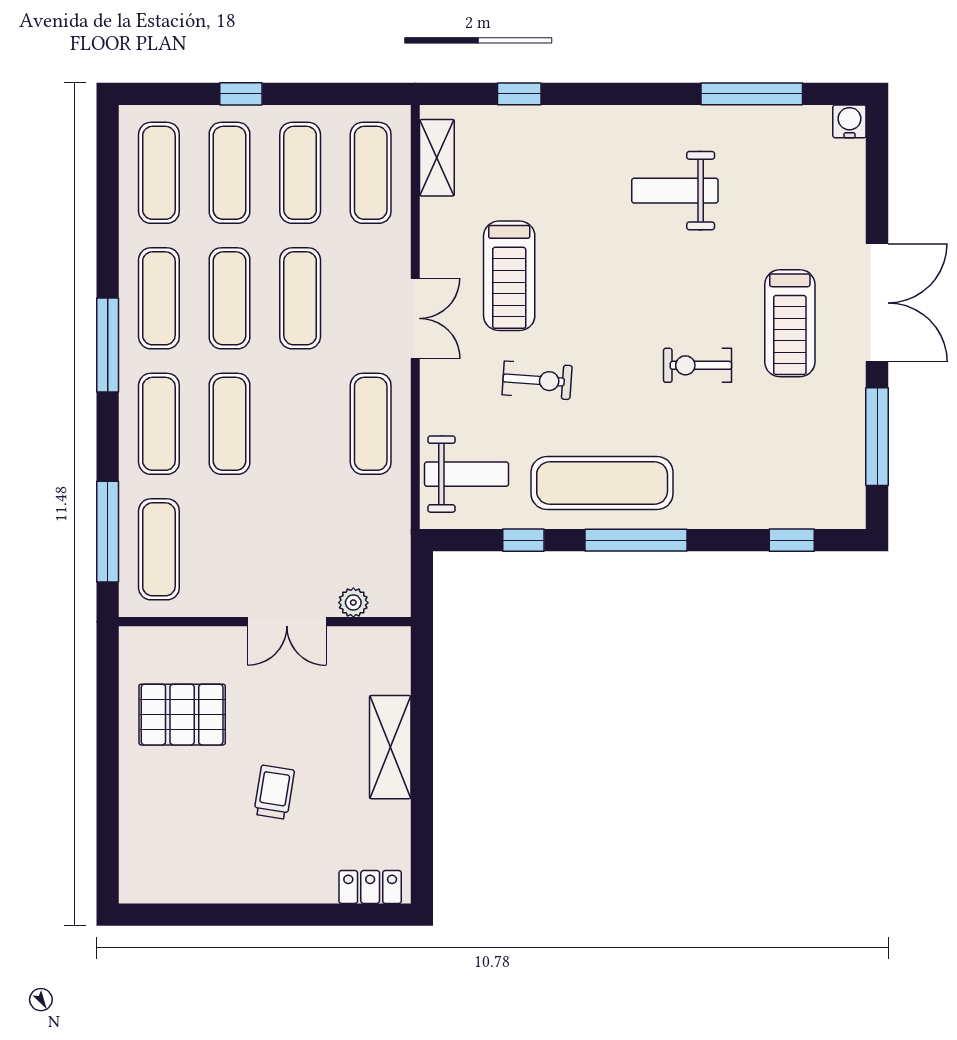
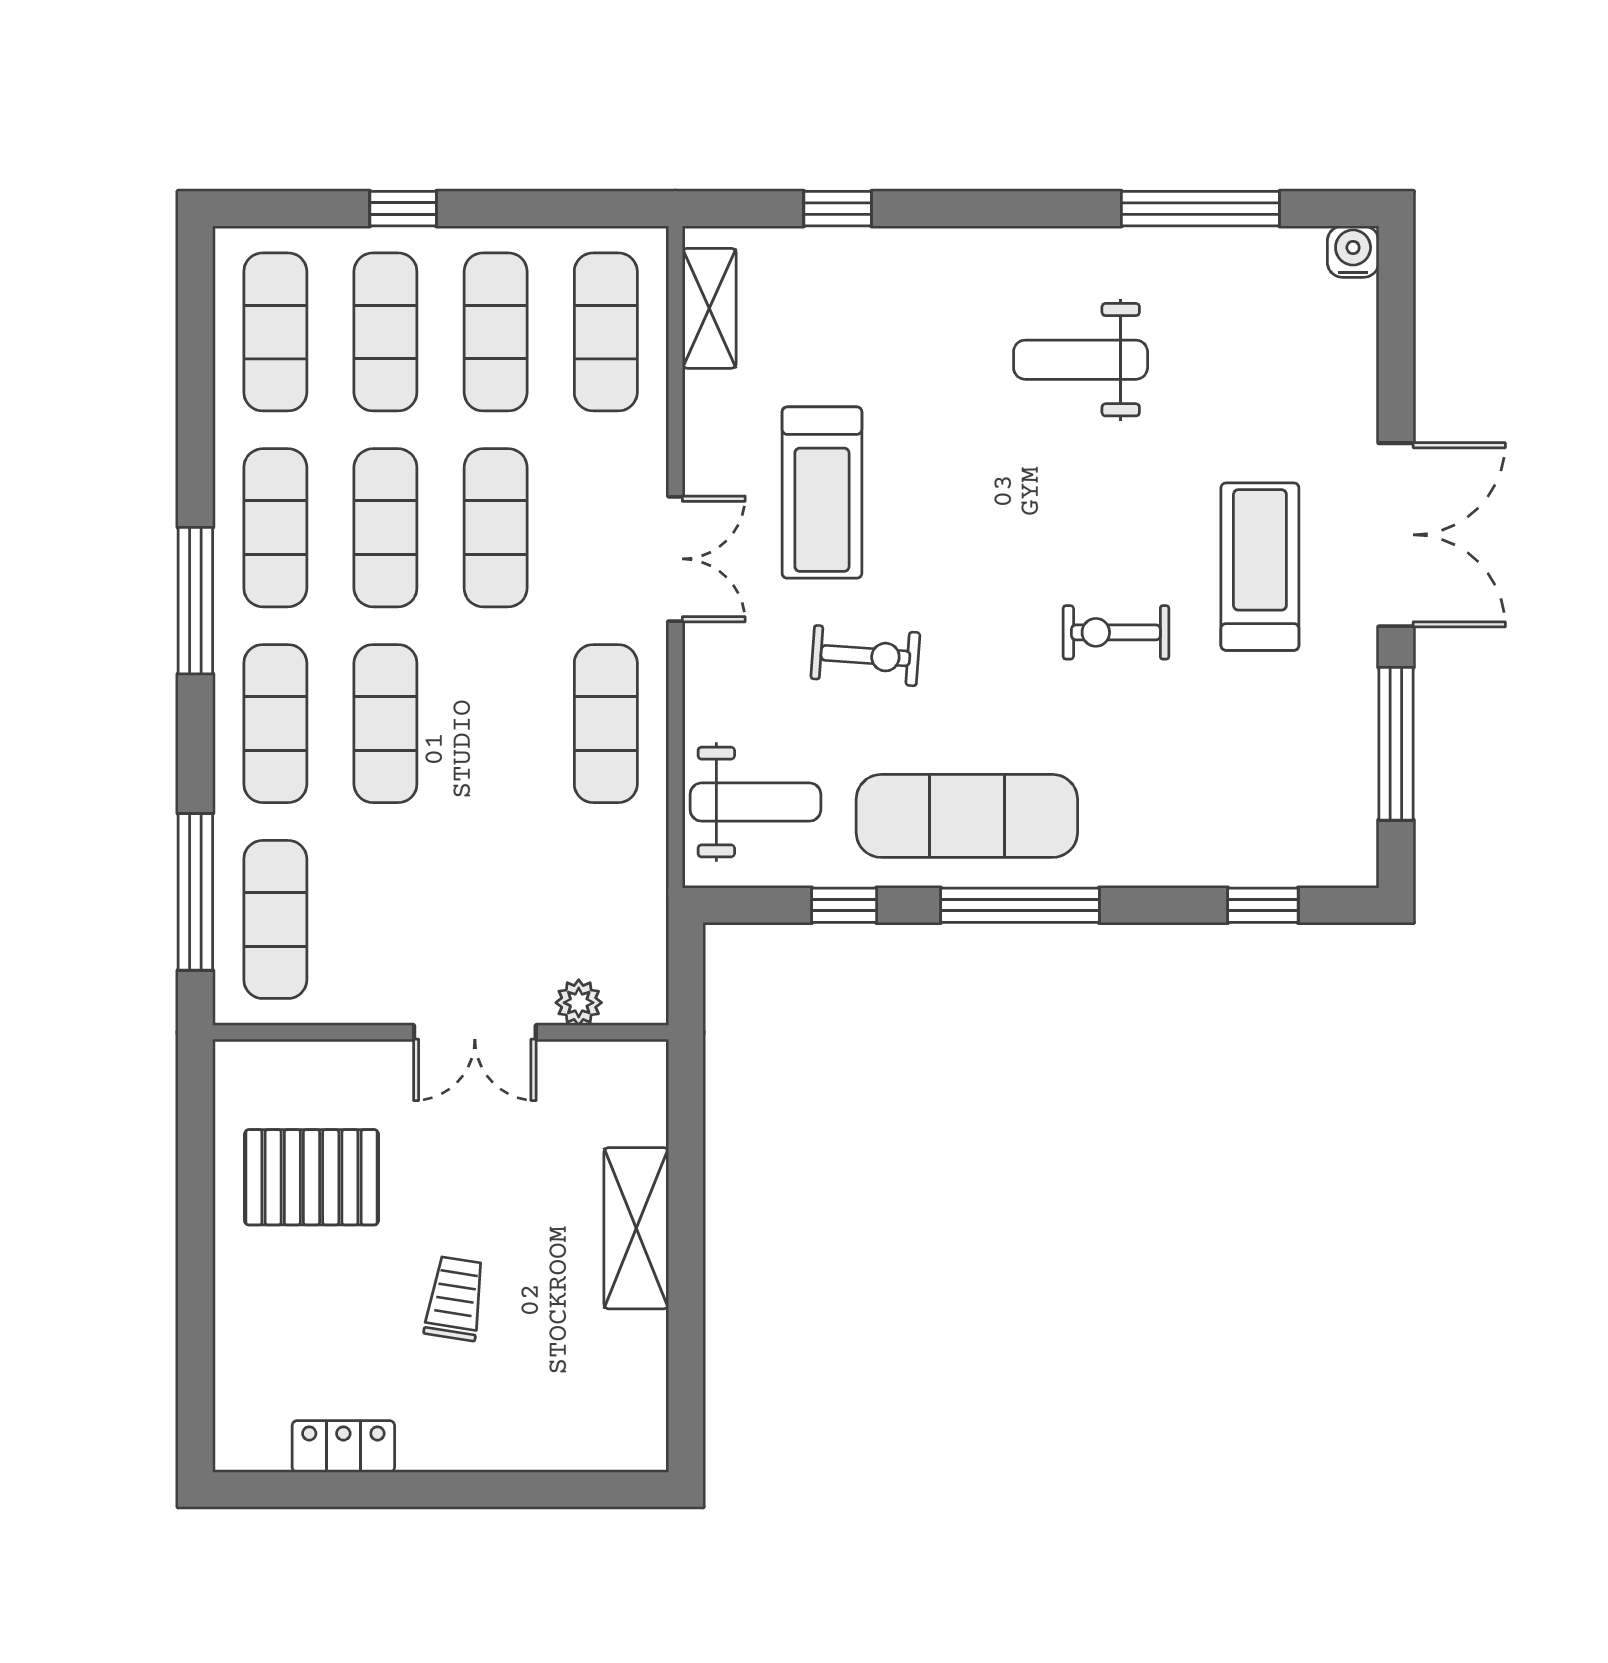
treadmill: (790, 323) -> (1260, 567), turned 180
locker: (370, 887) -> (343, 1446), moved

